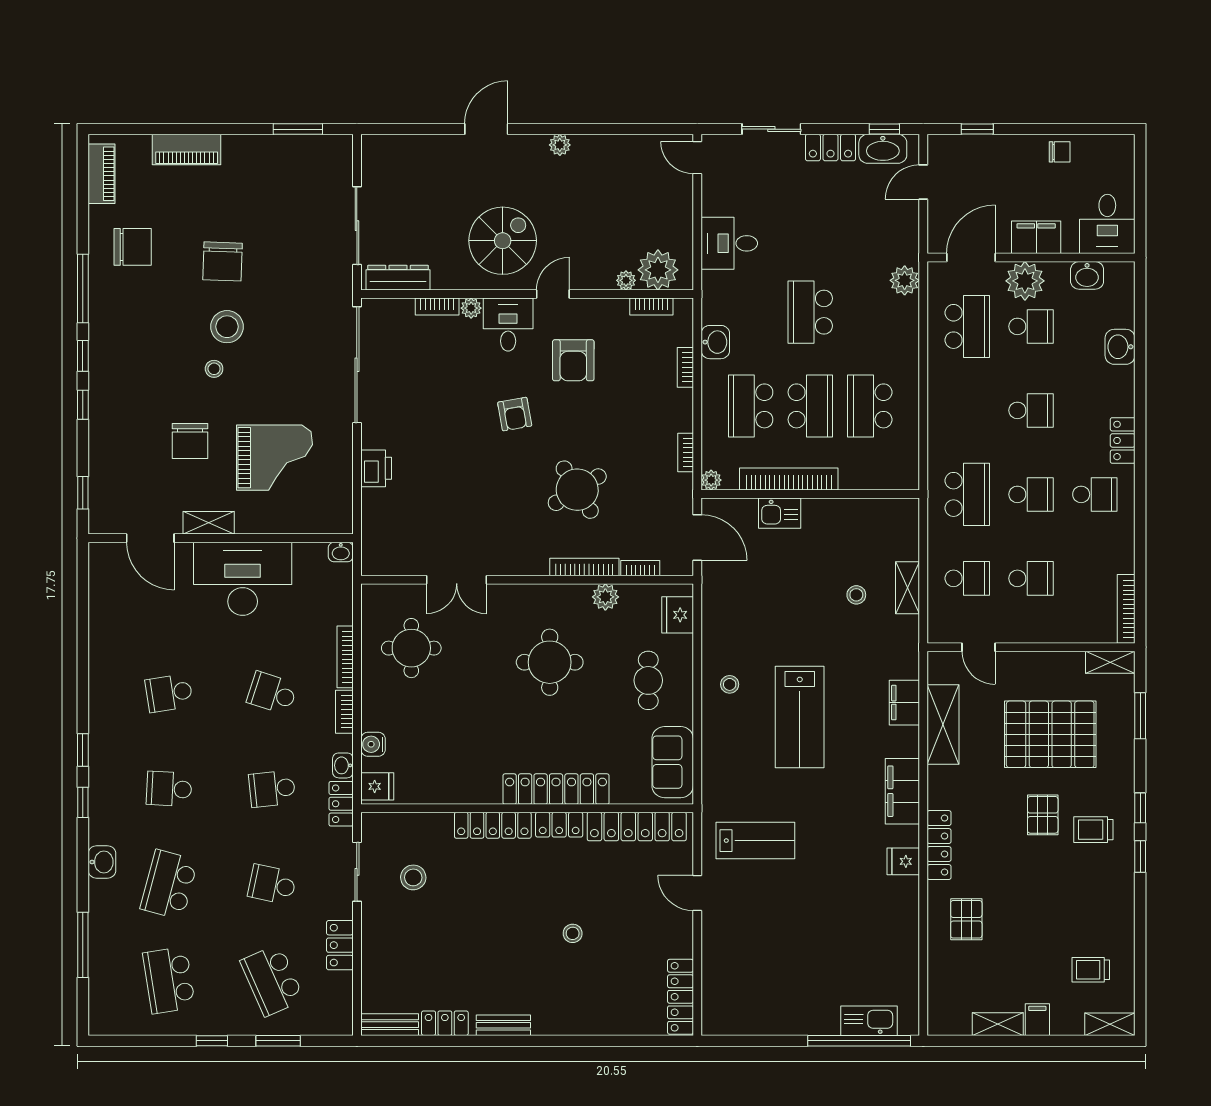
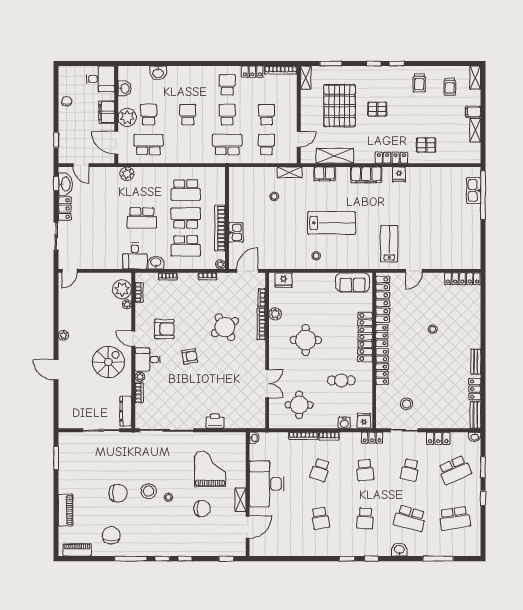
spiral stairs: (503, 241) -> (108, 362), turned 90
desk: (729, 243) -> (135, 256), moved
locker: (1123, 440) -> (252, 72), moved
shelving: (908, 588) -> (290, 172), moved
cafe table: (648, 680) -> (341, 380), moved
washbasin: (343, 765) -> (475, 437), moved
trolley: (1093, 830) -> (419, 83), moved

